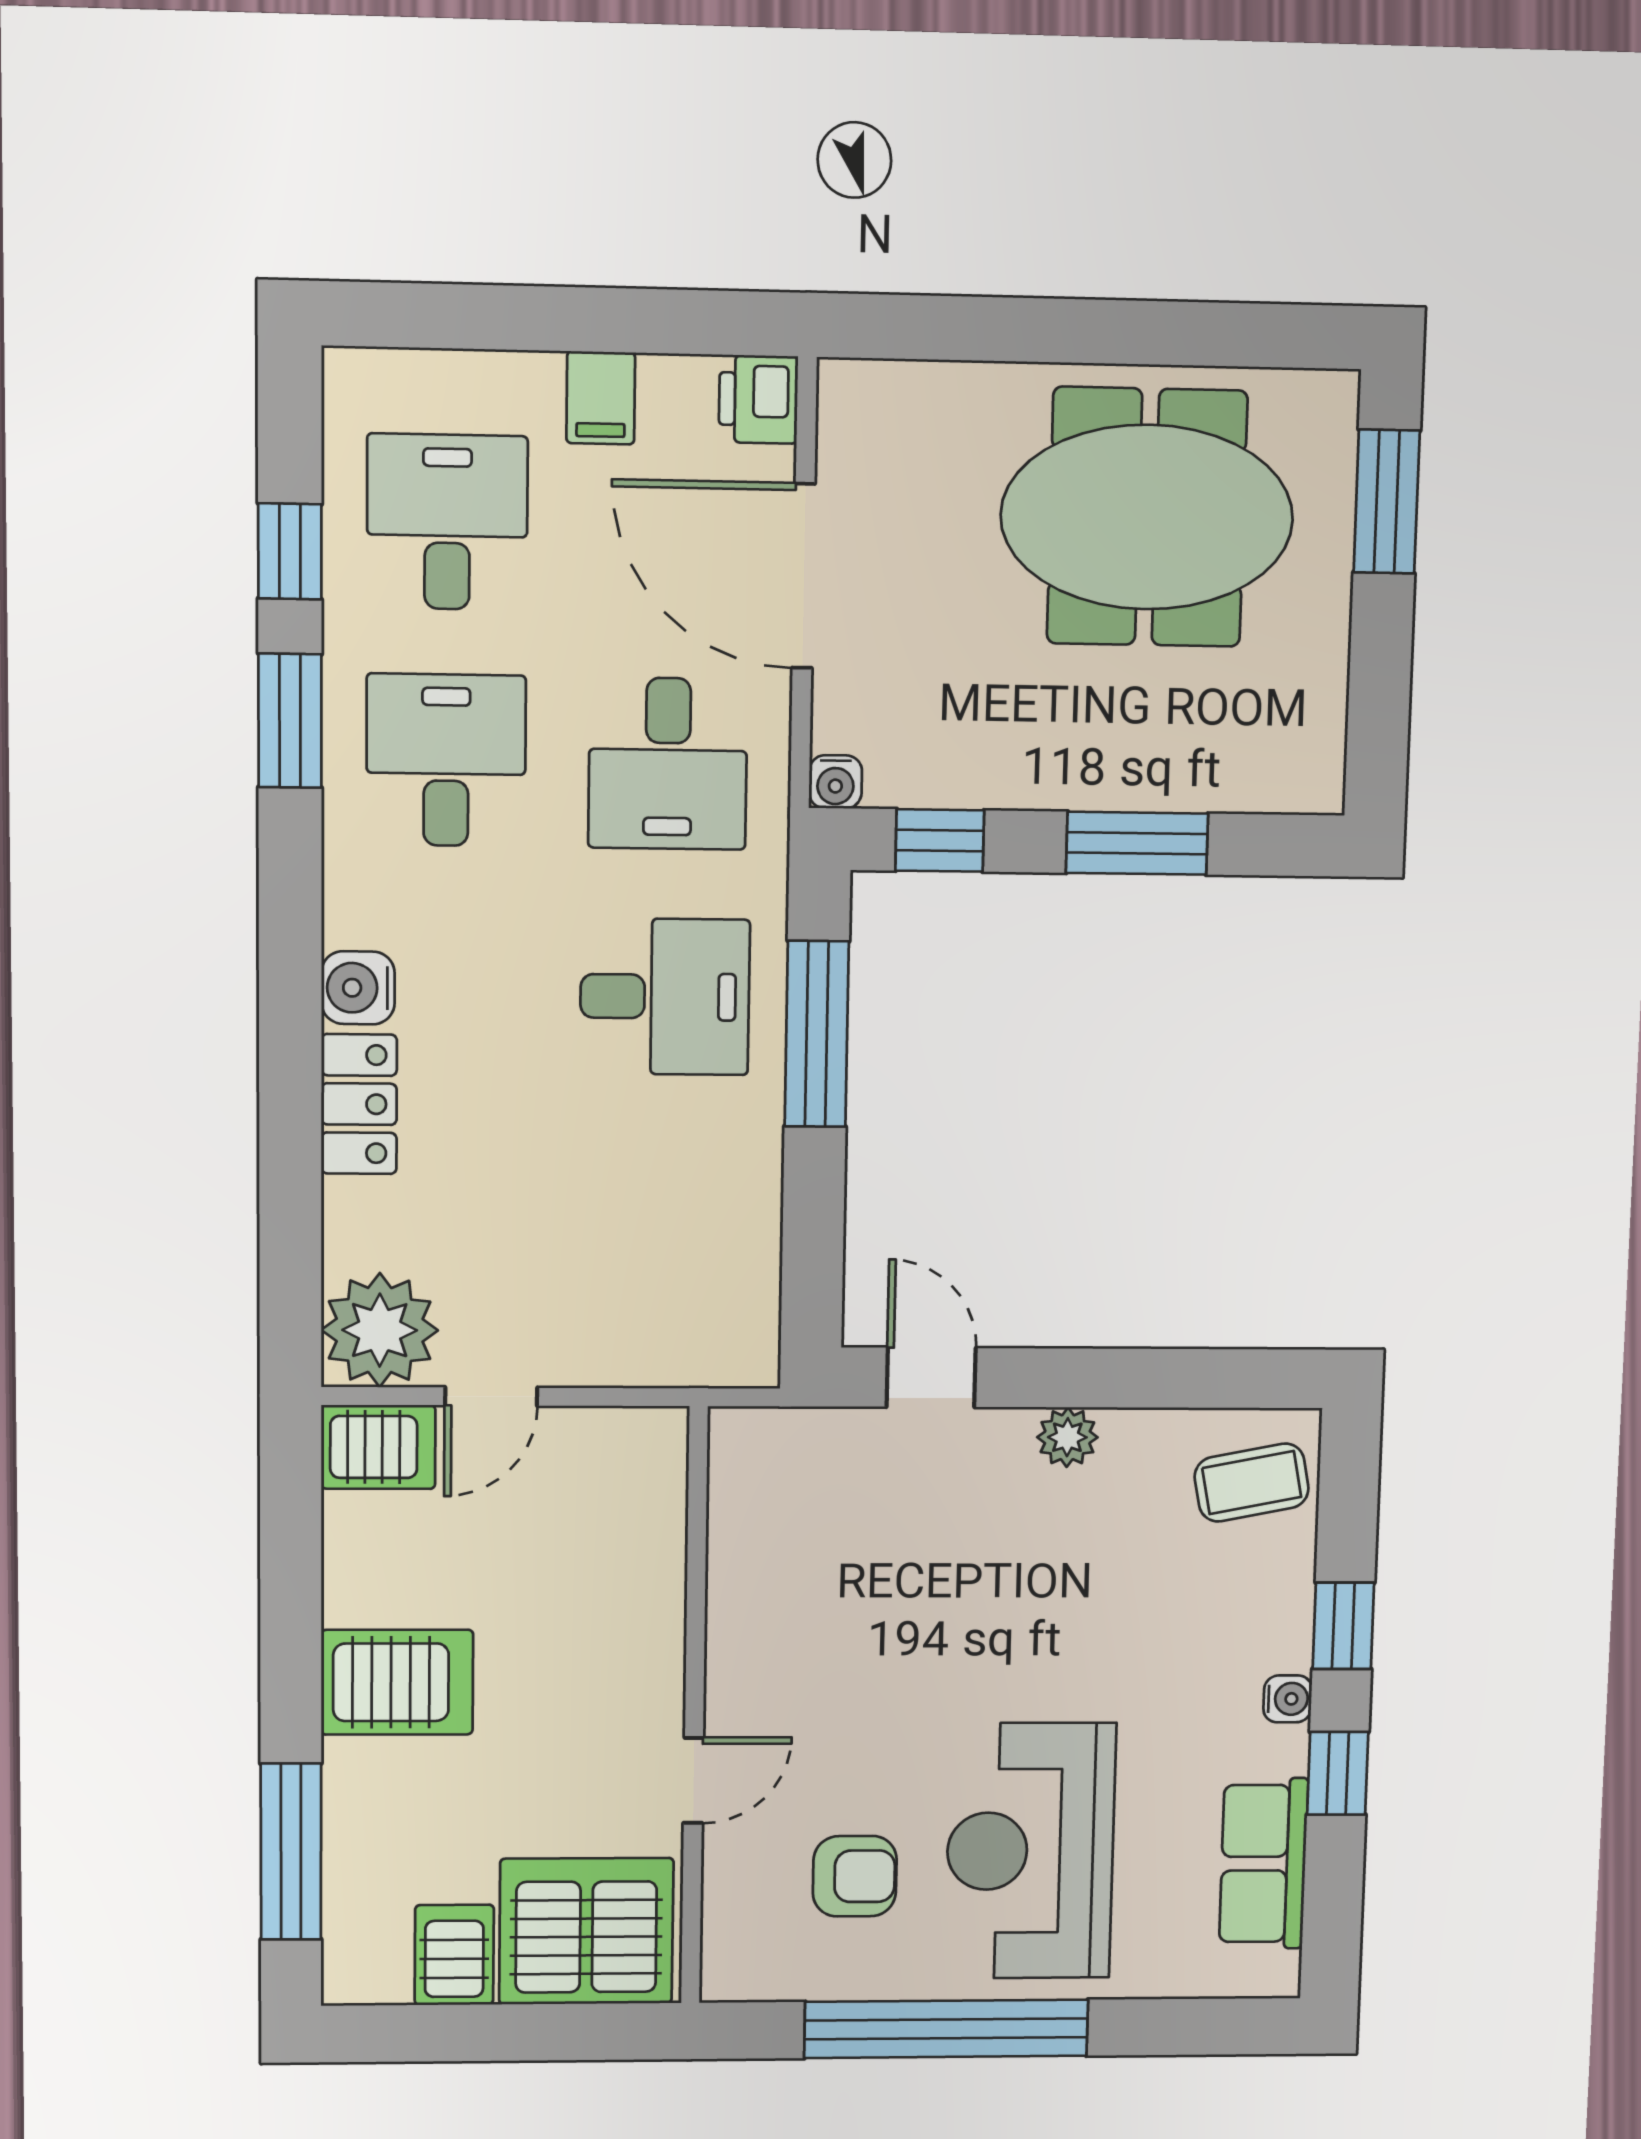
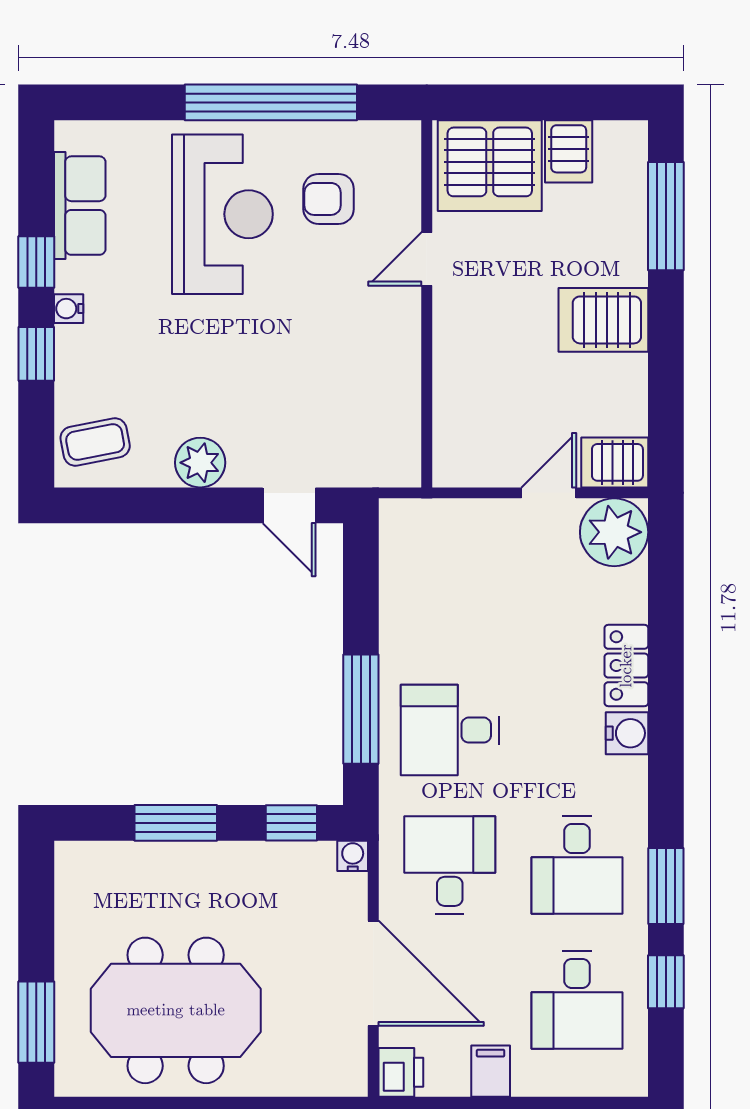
plant: (1067, 1437) -> (200, 463), width x1.38, depth x1.38

